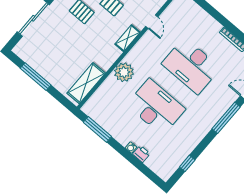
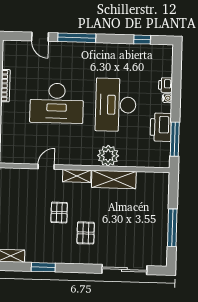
desk: (191, 66) -> (57, 103), turned 90
shelving: (86, 83) -> (114, 179), moved
printer: (114, 126) -> (161, 127), added

